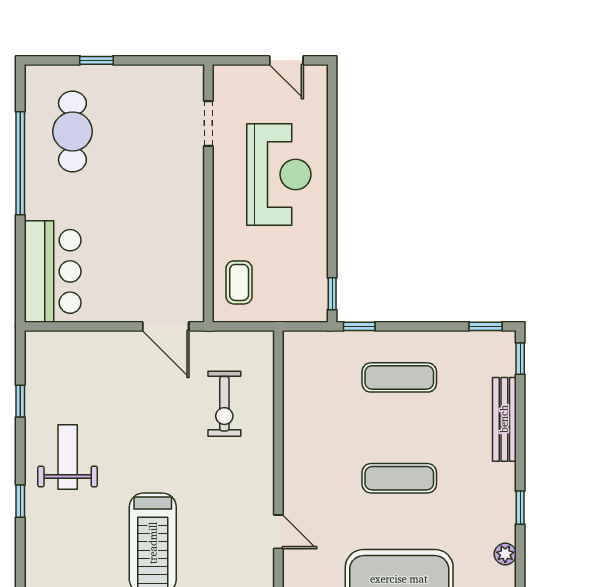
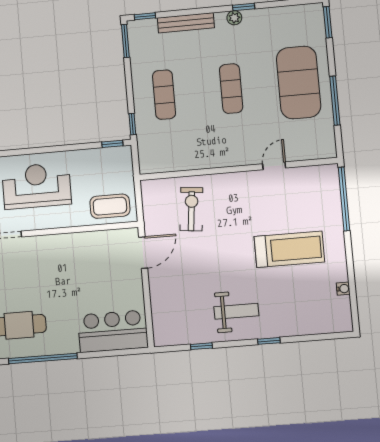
coffee table: (239, 282) -> (110, 206), width x1.36, depth x1.30
window: (485, 326) -> (125, 41), width x1.50
exercise bike: (224, 404) -> (191, 209), turned -84
weight bench: (68, 457) -> (236, 311), turned 180
plant: (505, 554) -> (234, 18), moved

